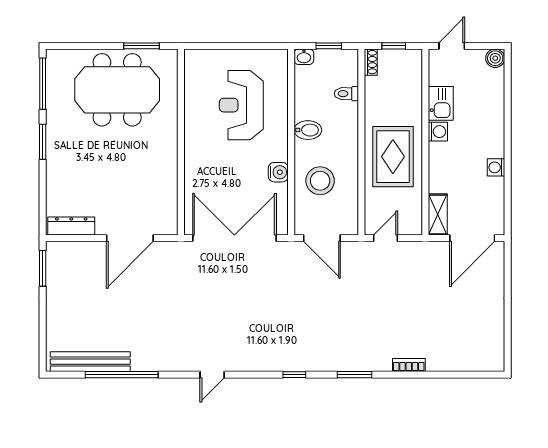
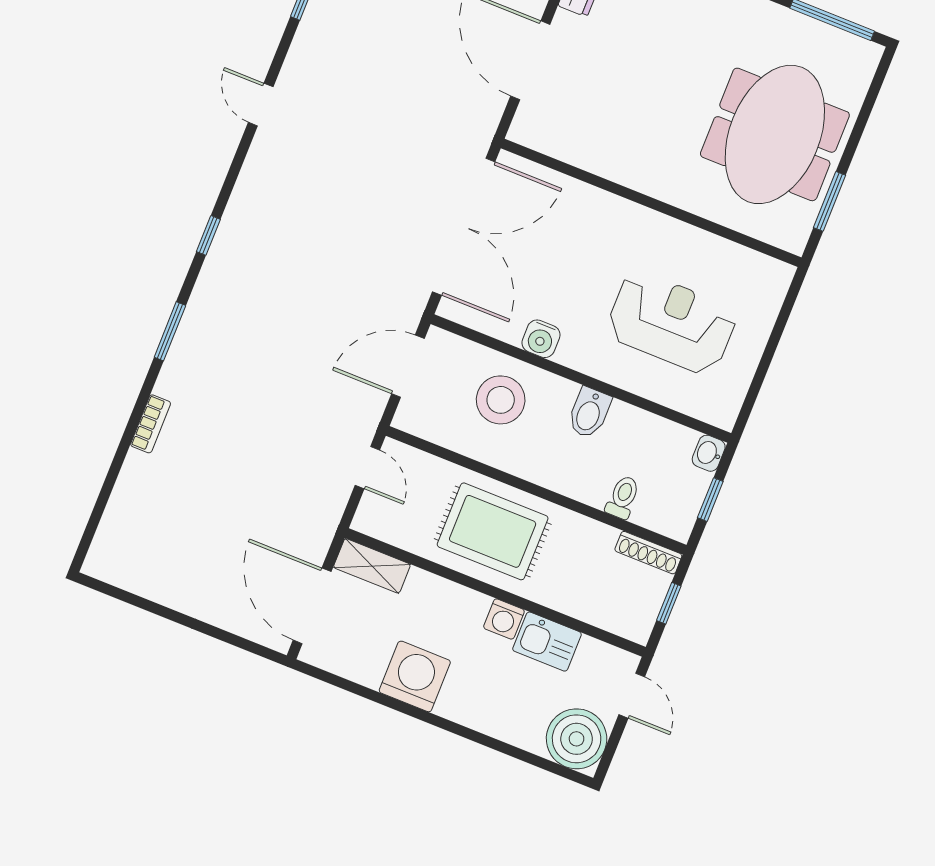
boiler: (495, 58) -> (577, 739), width x1.86, depth x1.86
shoe rack: (371, 62) -> (648, 553), width x1.43
washing machine: (496, 167) -> (415, 676), width x1.89, depth x1.89

